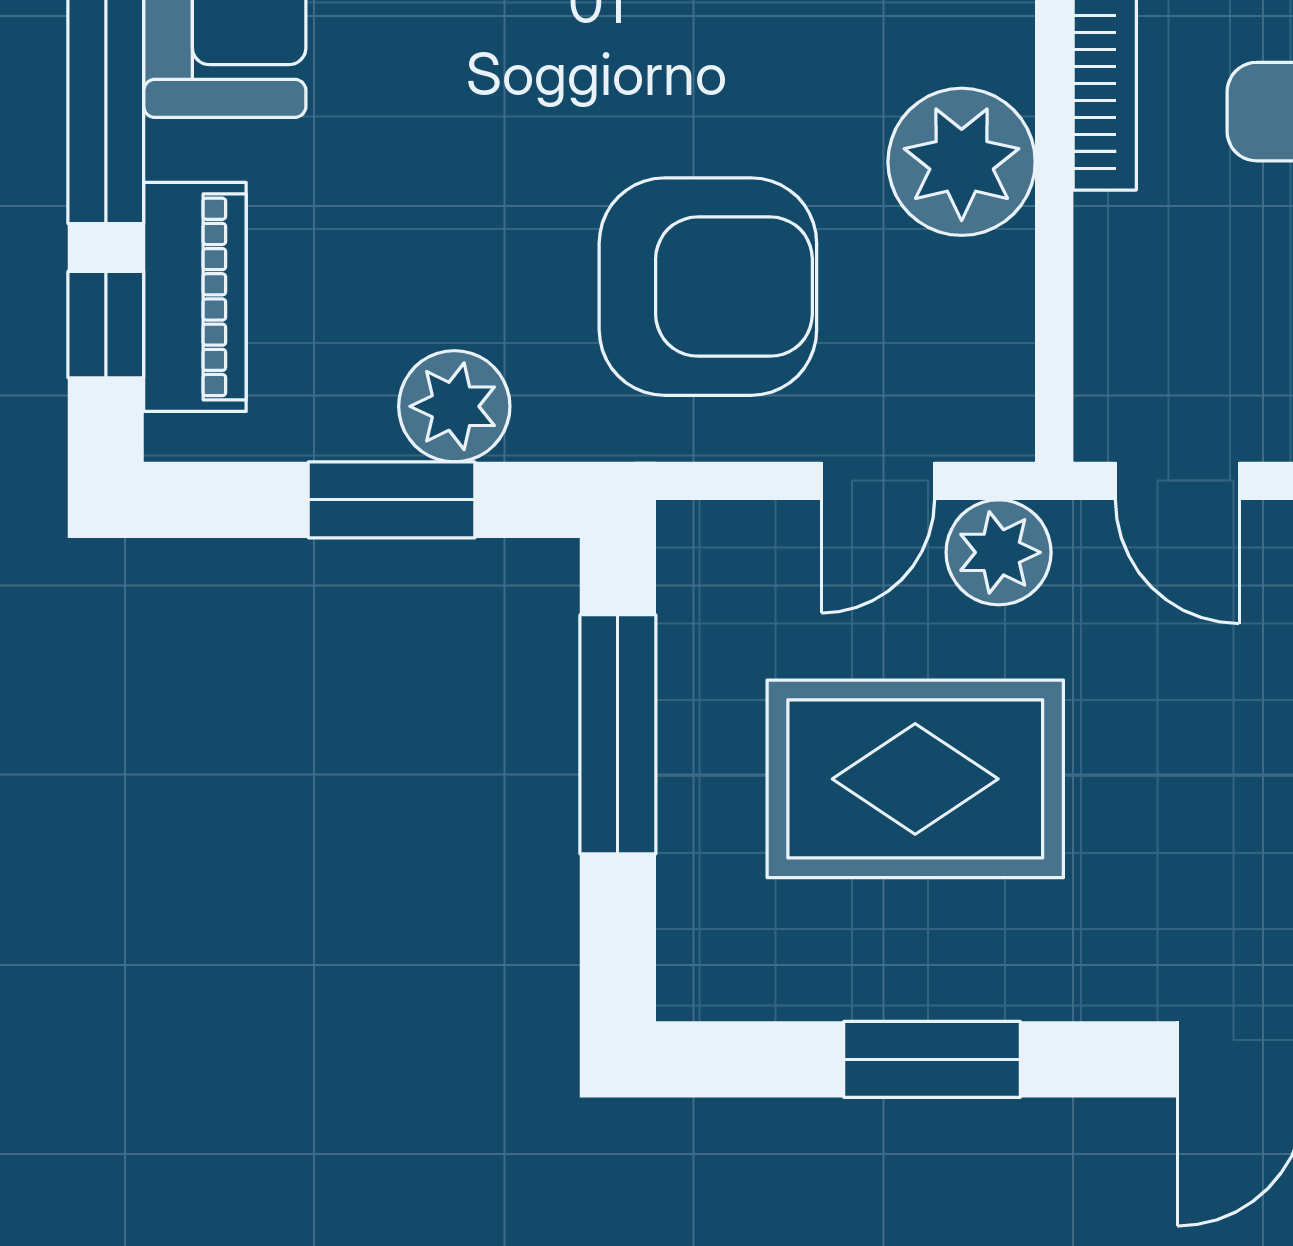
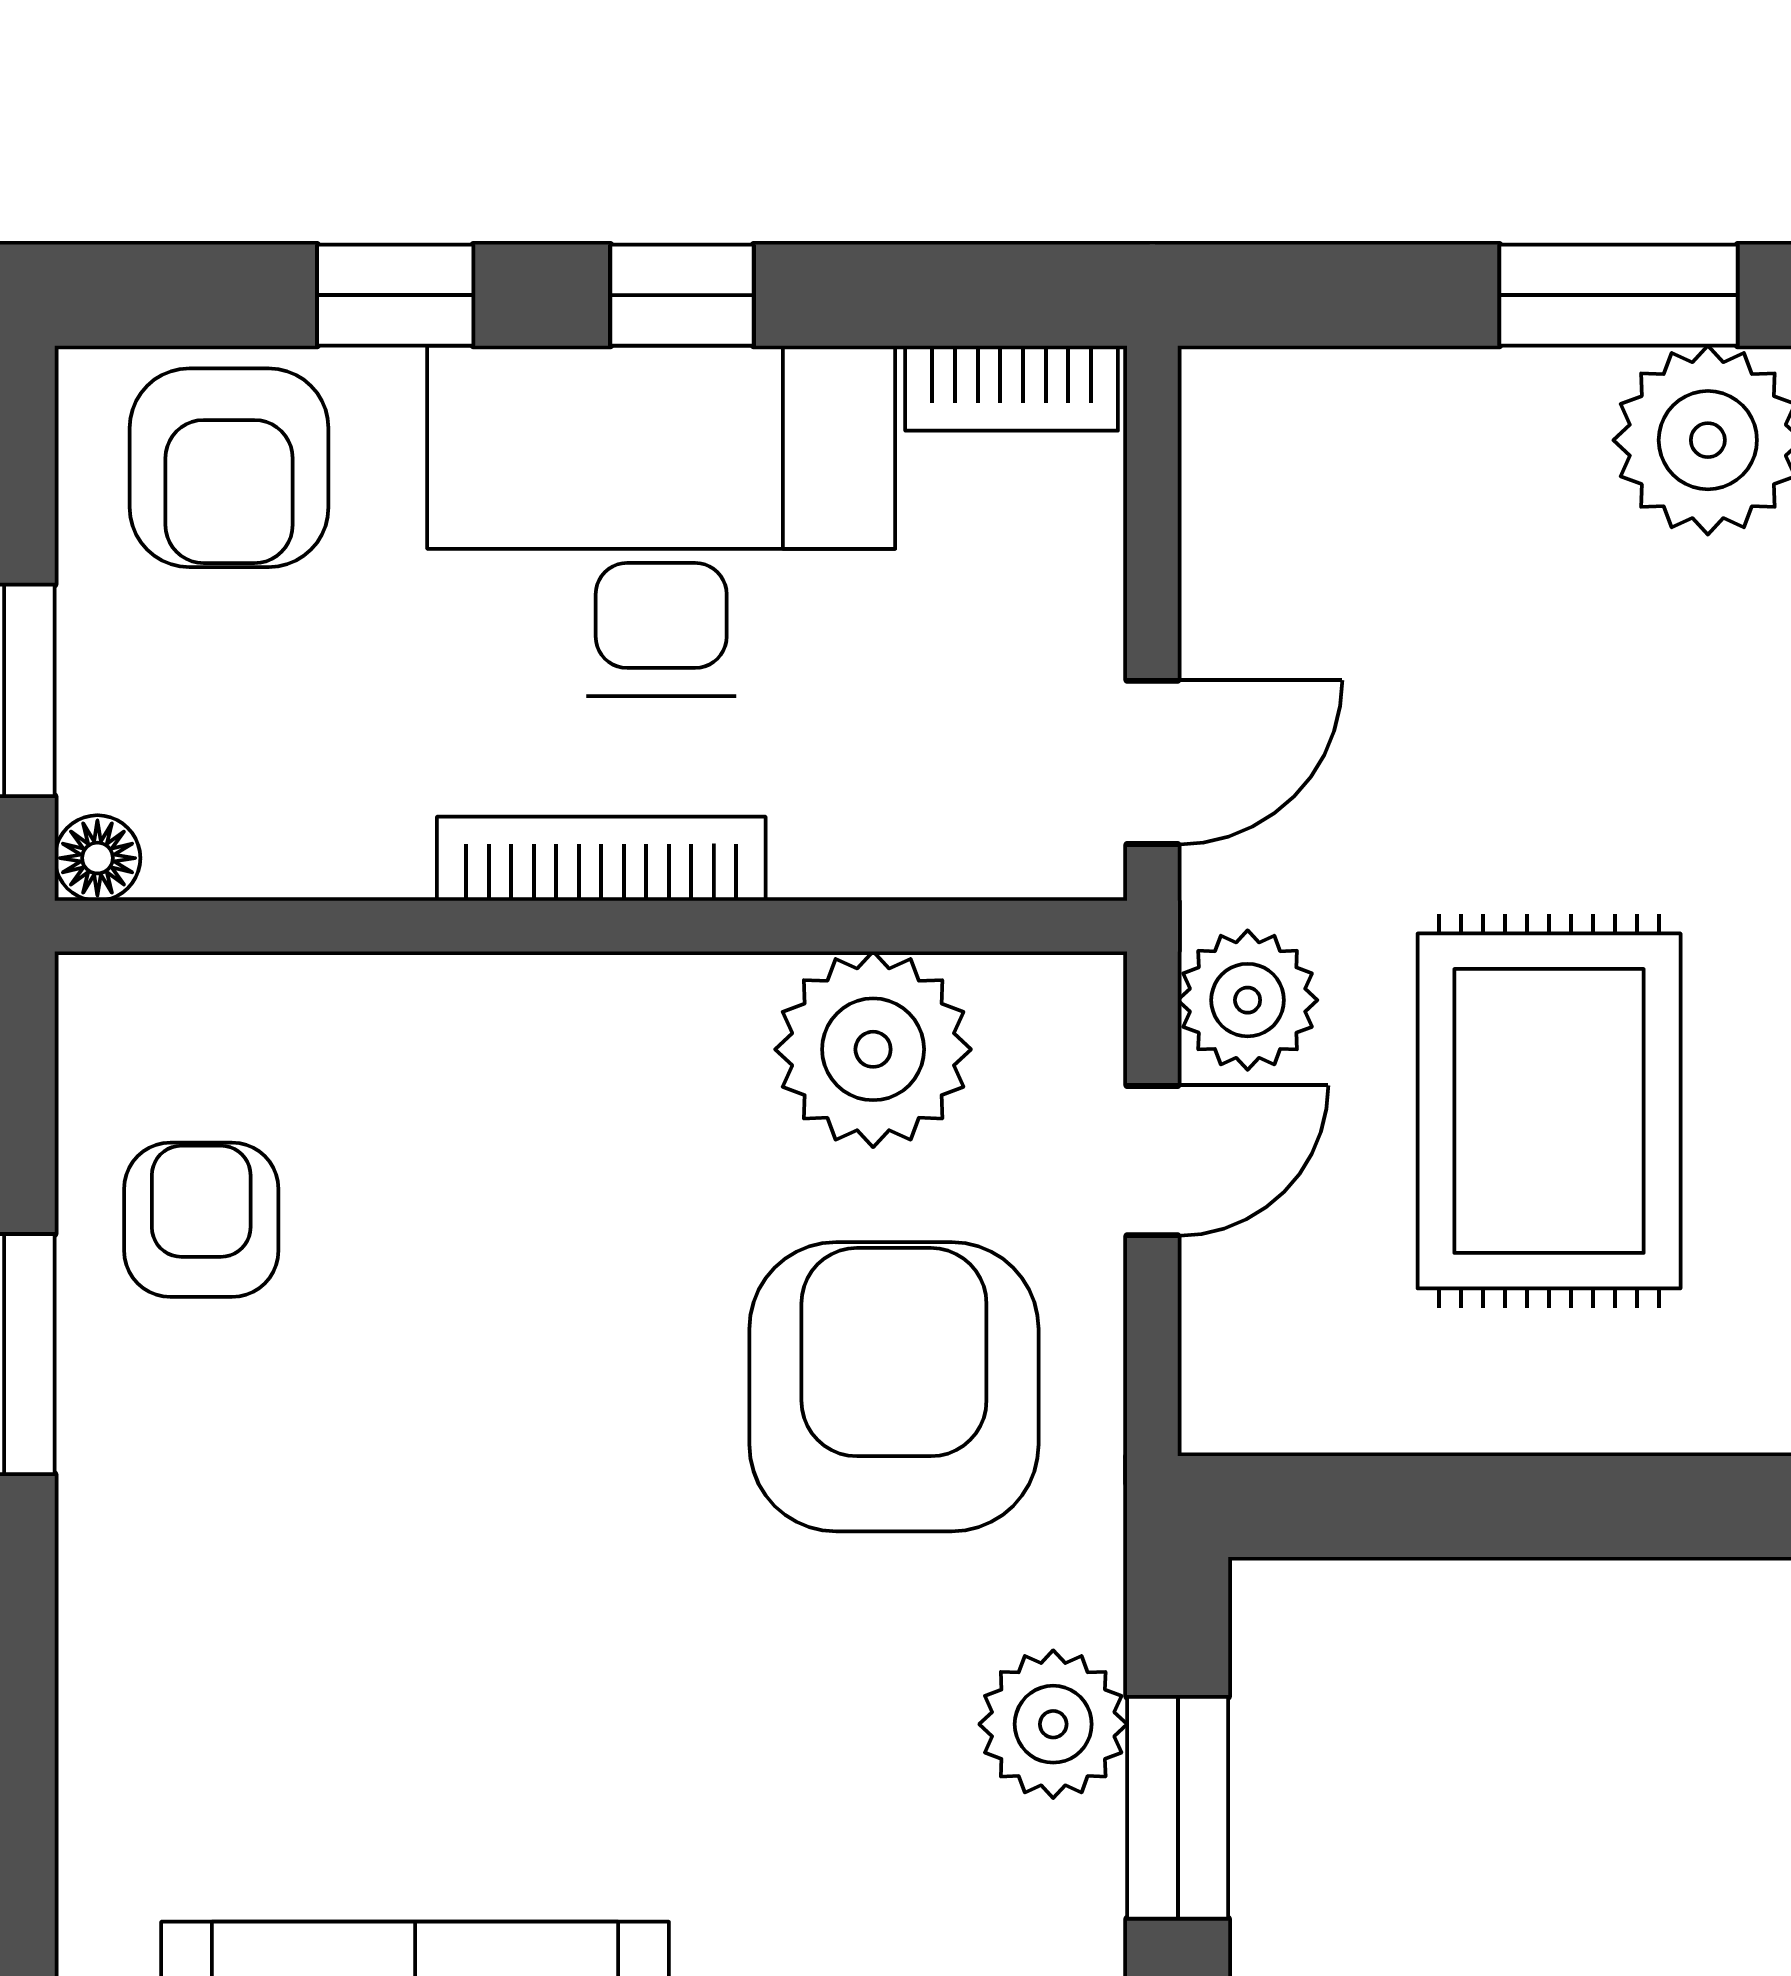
plant: (962, 162) -> (873, 1049), moved
door: (878, 481) -> (1152, 1161), hinge flipped
window: (618, 734) -> (1490, 1507), removed

